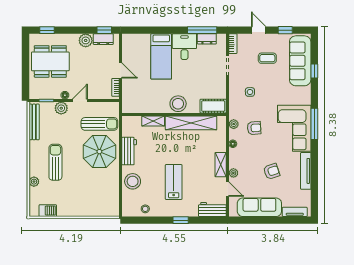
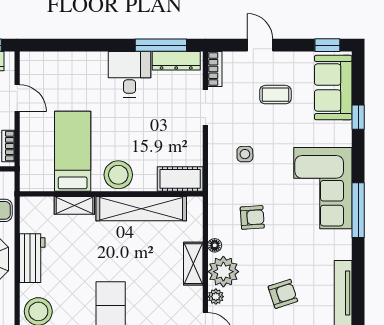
window: (285, 30) -> (327, 45), moved
dresser: (207, 39) -> (176, 61), width x1.44
bed: (161, 56) -> (73, 151), moved, turned 180
sofa: (300, 61) -> (333, 88), width x0.73
door: (121, 71) -> (17, 98), moved
plant: (234, 124) -> (223, 272), moved, width x1.88, depth x1.88
corner sofa: (294, 128) -> (323, 188), moved
shelving: (221, 165) -> (193, 264), moved

